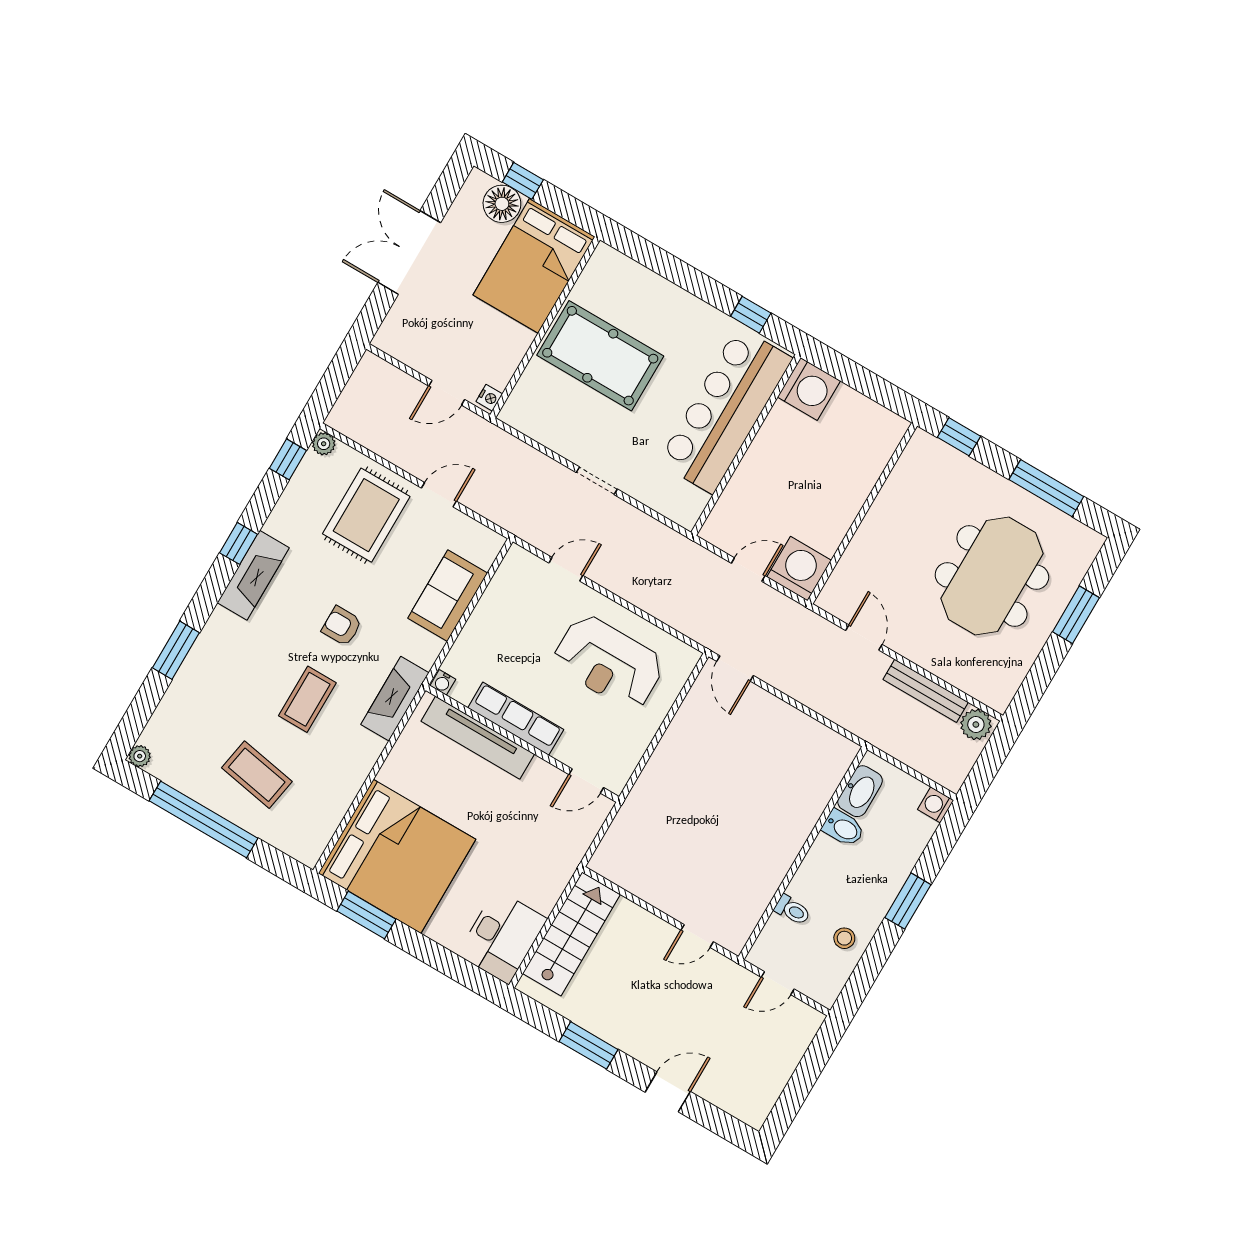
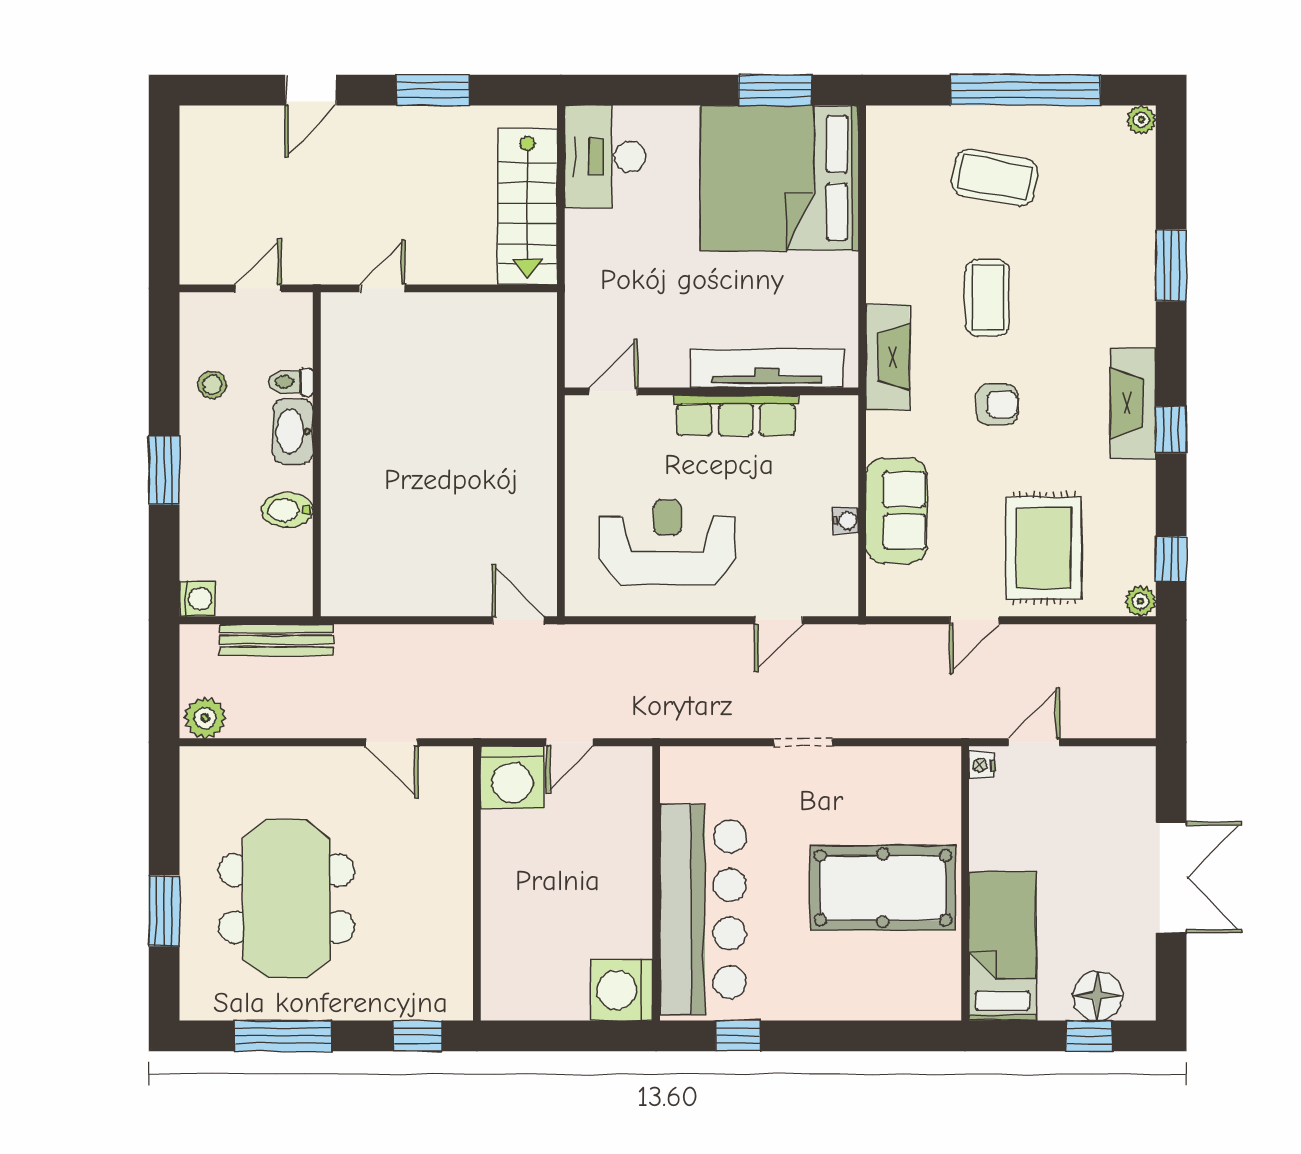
bed: (534, 266) -> (1002, 946), width x0.67
water cooler: (443, 682) -> (846, 521), moved, turned 90
bench: (926, 691) -> (276, 640), moved
washbasin: (860, 791) -> (293, 432), moved

